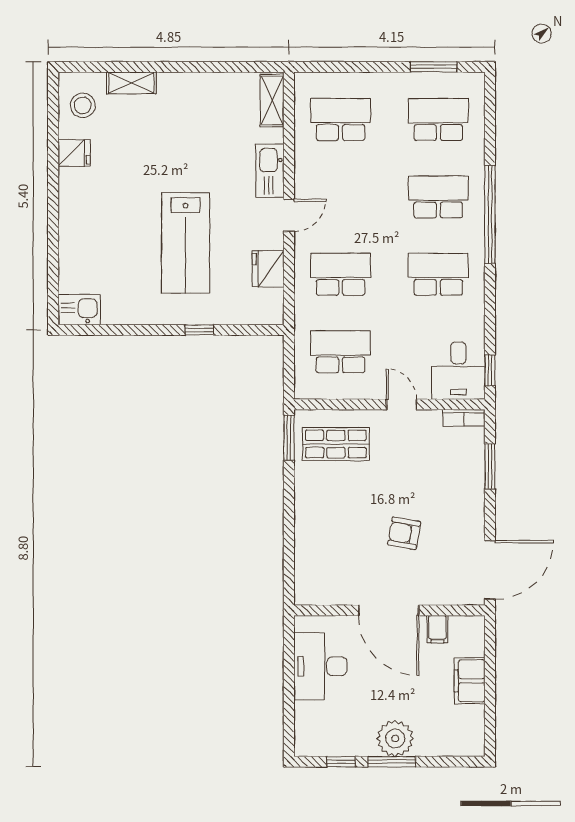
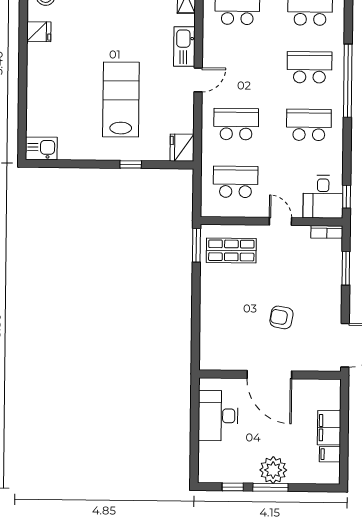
lab bench: (186, 243) -> (121, 100), turned 180
fridge: (268, 269) -> (182, 148), moved
filing cabinet: (437, 629) -> (330, 454), moved, turned 90

